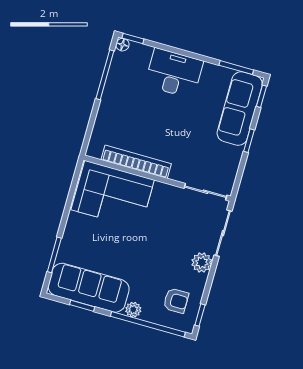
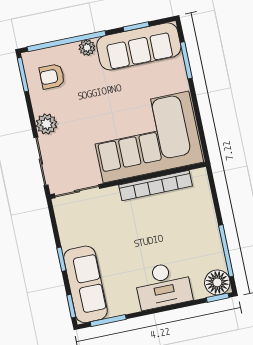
floor lamp: (122, 45) -> (217, 282), width x1.89, depth x1.89
corner sofa: (113, 195) -> (146, 137), width x1.36, depth x1.36
window: (200, 315) -> (23, 75), width x1.50

